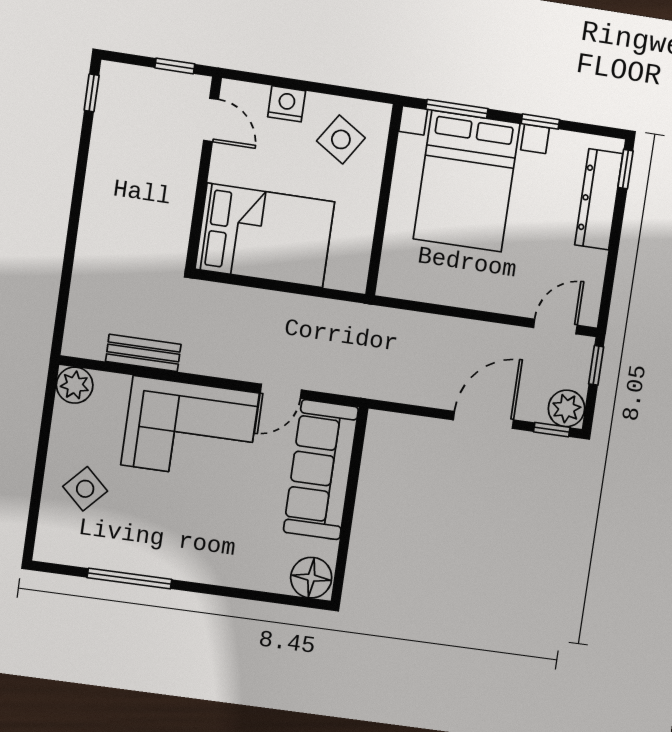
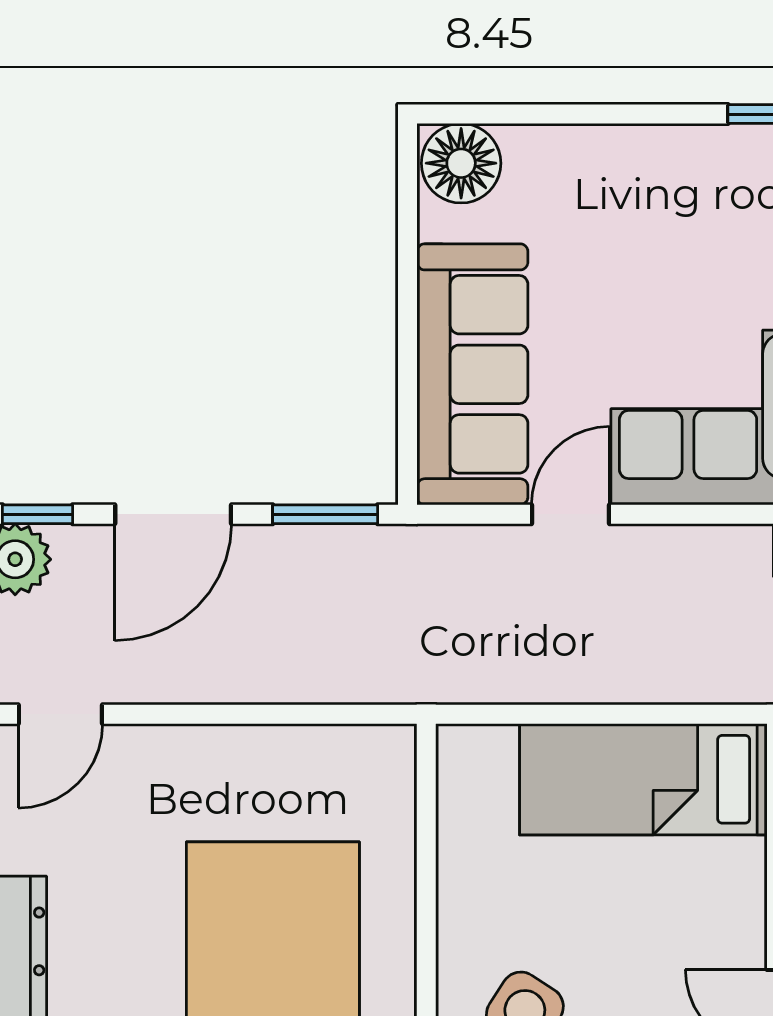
bed: (265, 235) -> (643, 779), width x0.67
window: (406, 409) -> (325, 514), added

